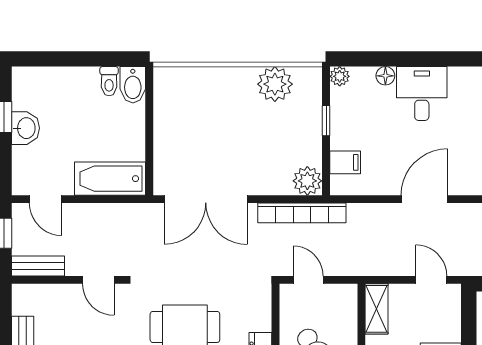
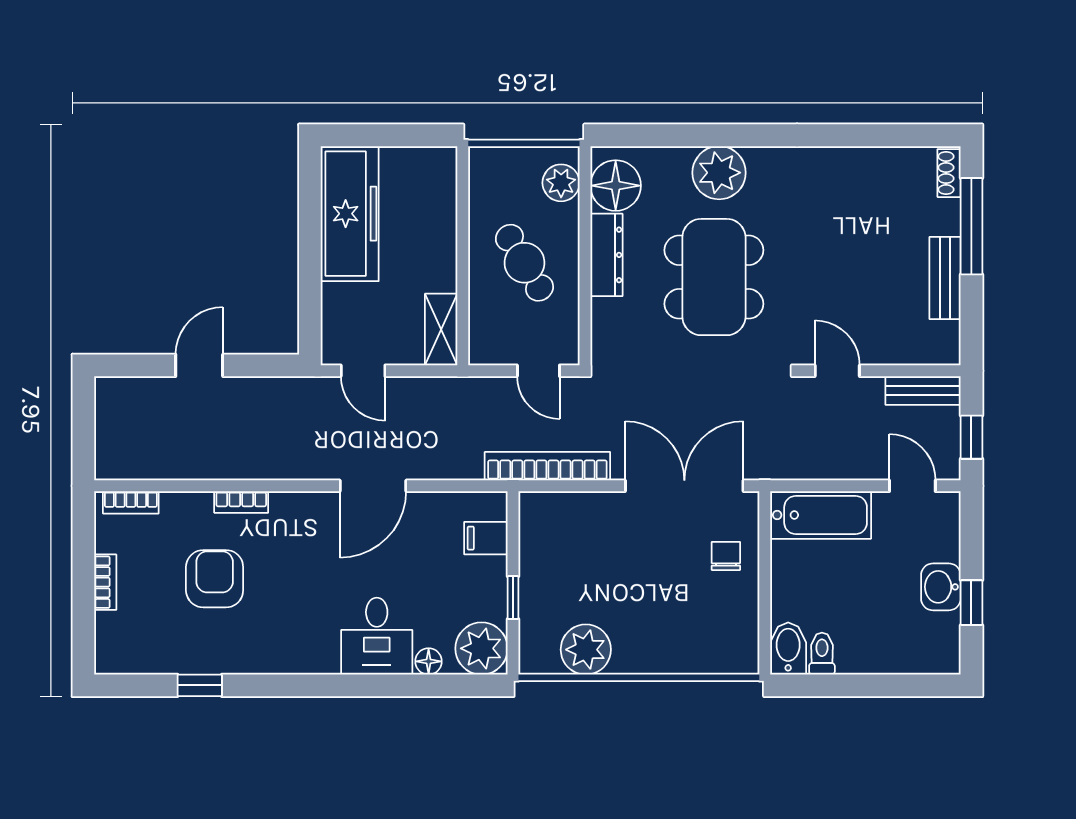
plant: (340, 76) -> (481, 648), width x1.88, depth x1.88
chair: (177, 150) -> (726, 556), added
plant: (307, 181) -> (540, 512), removed

